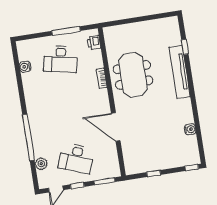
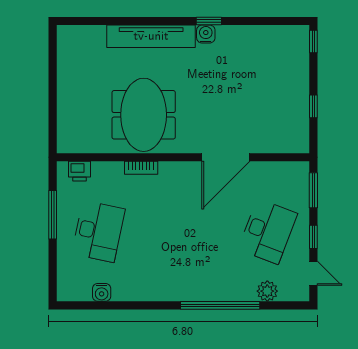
window: (185, 47) -> (209, 21), moved
meeting table: (133, 75) -> (144, 115), turned 90
water cooler: (190, 129) -> (206, 34), moved

